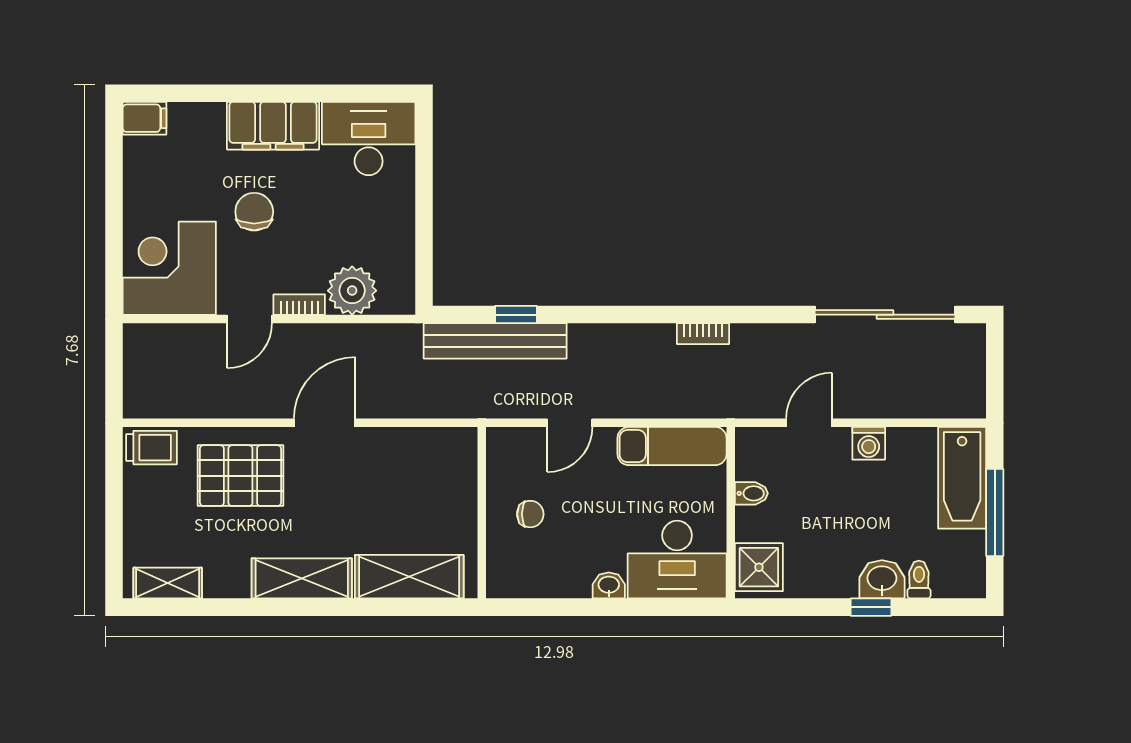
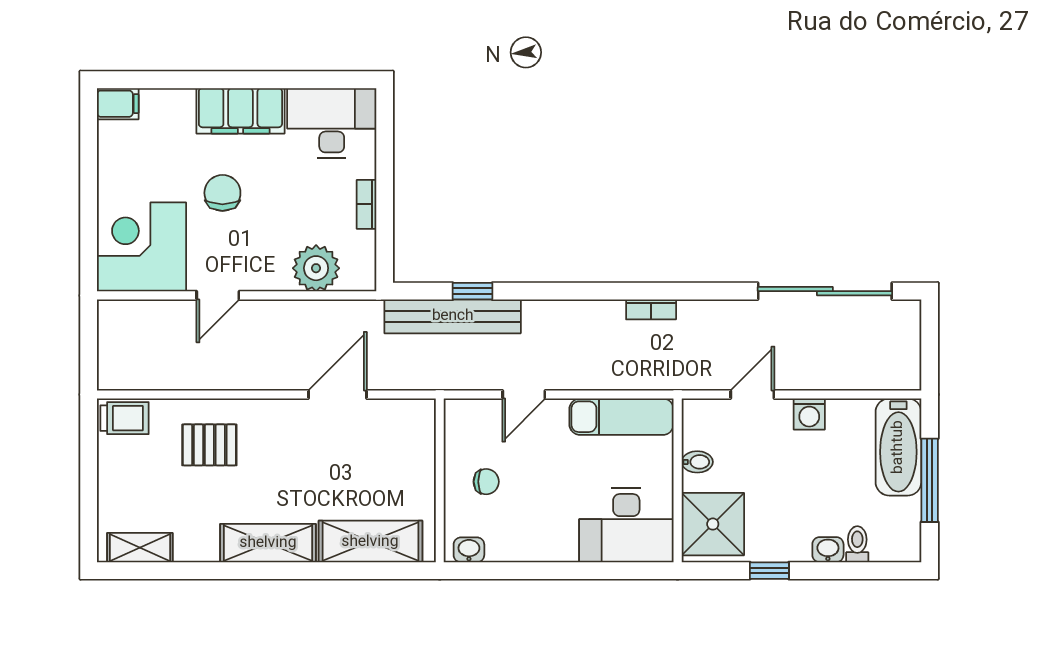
bookcase: (299, 305) -> (366, 204), moved, turned -90
door: (325, 423) -> (337, 395), moved
pallet: (240, 476) -> (209, 445), width x0.67, depth x0.71
shower: (759, 567) -> (713, 524), width x1.36, depth x1.36
washbasin: (882, 579) -> (828, 550), width x0.72, depth x0.69
washbasin: (609, 585) -> (469, 550), moved
window: (871, 607) -> (769, 571), moved

